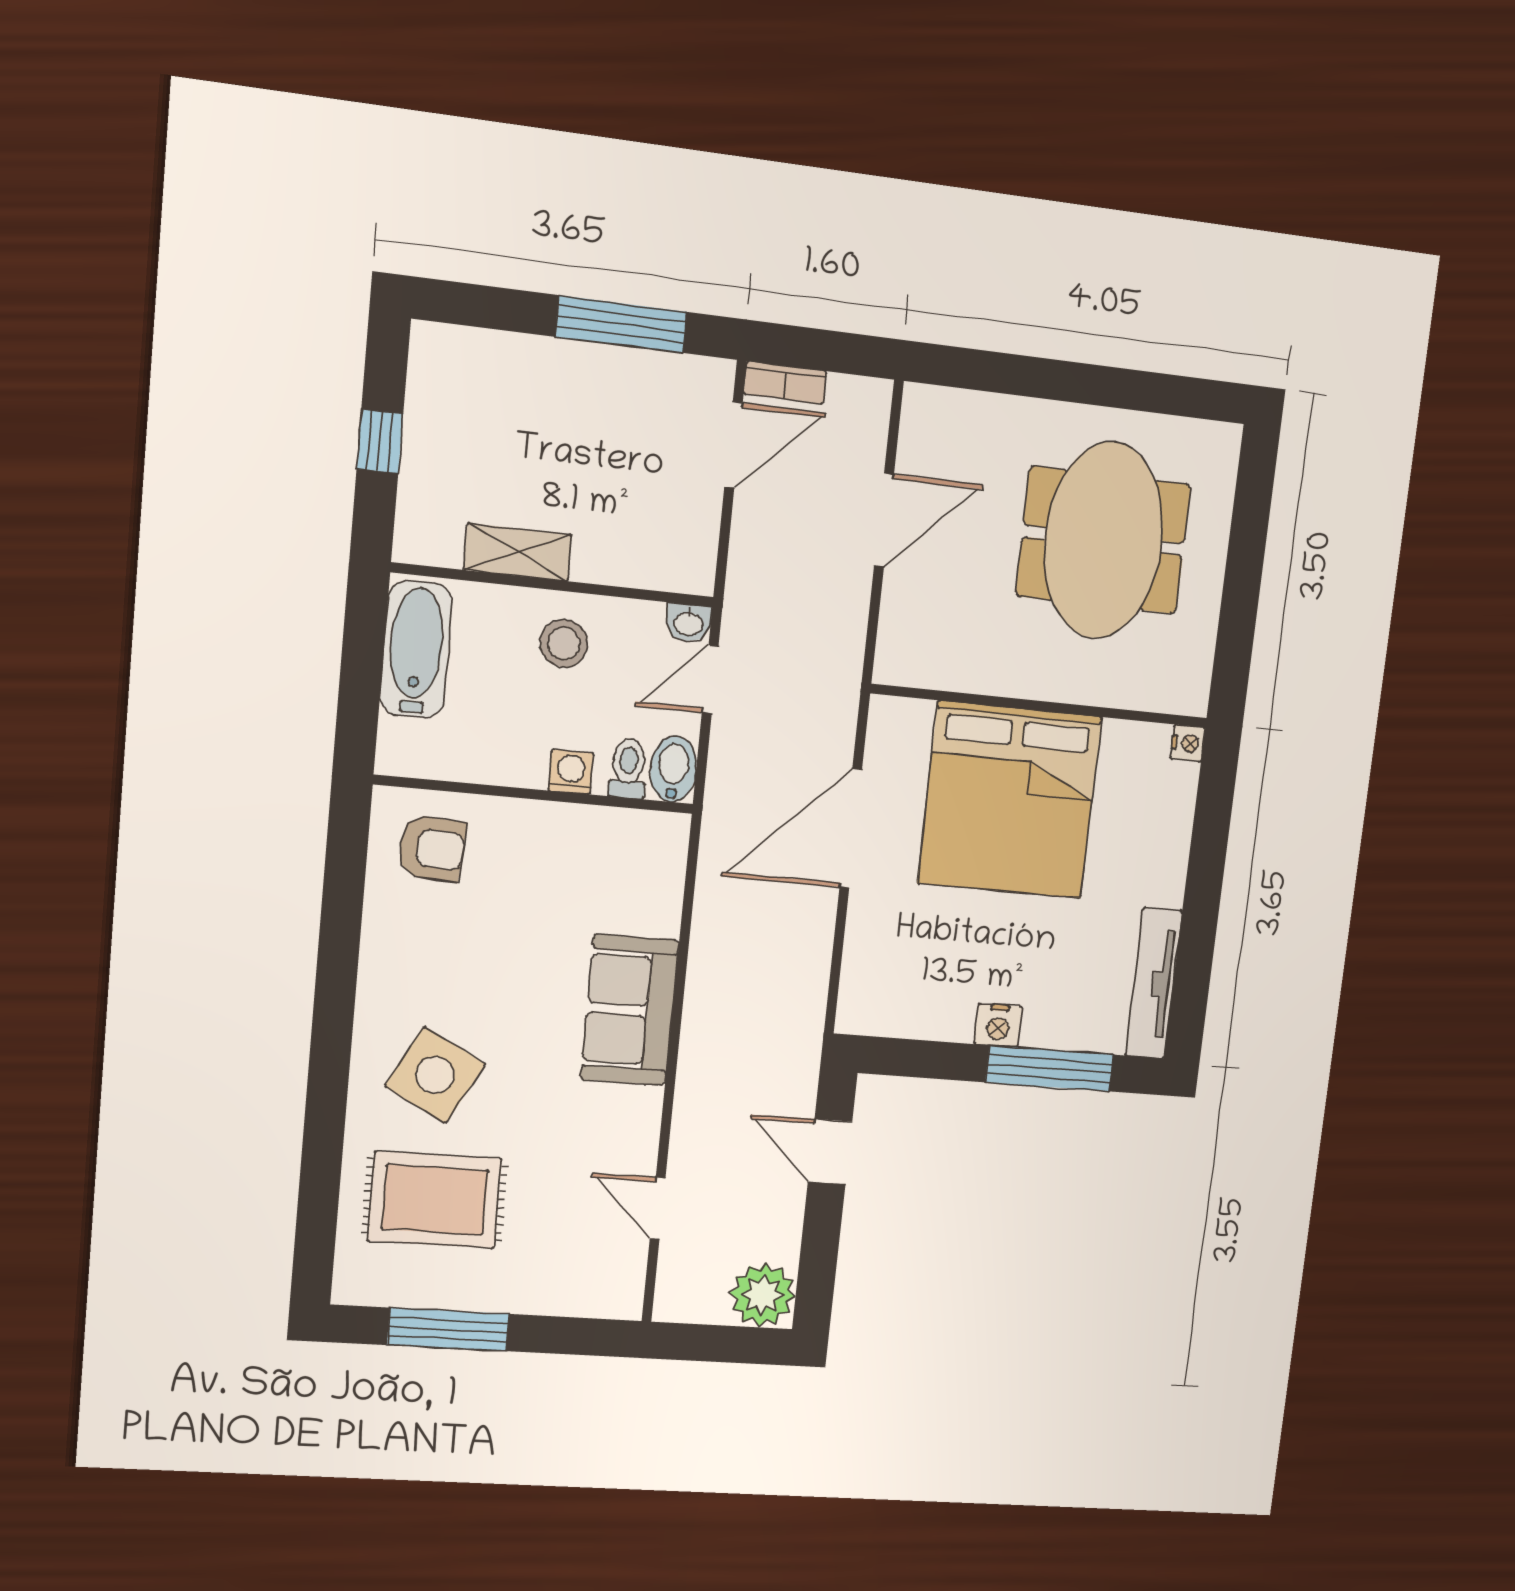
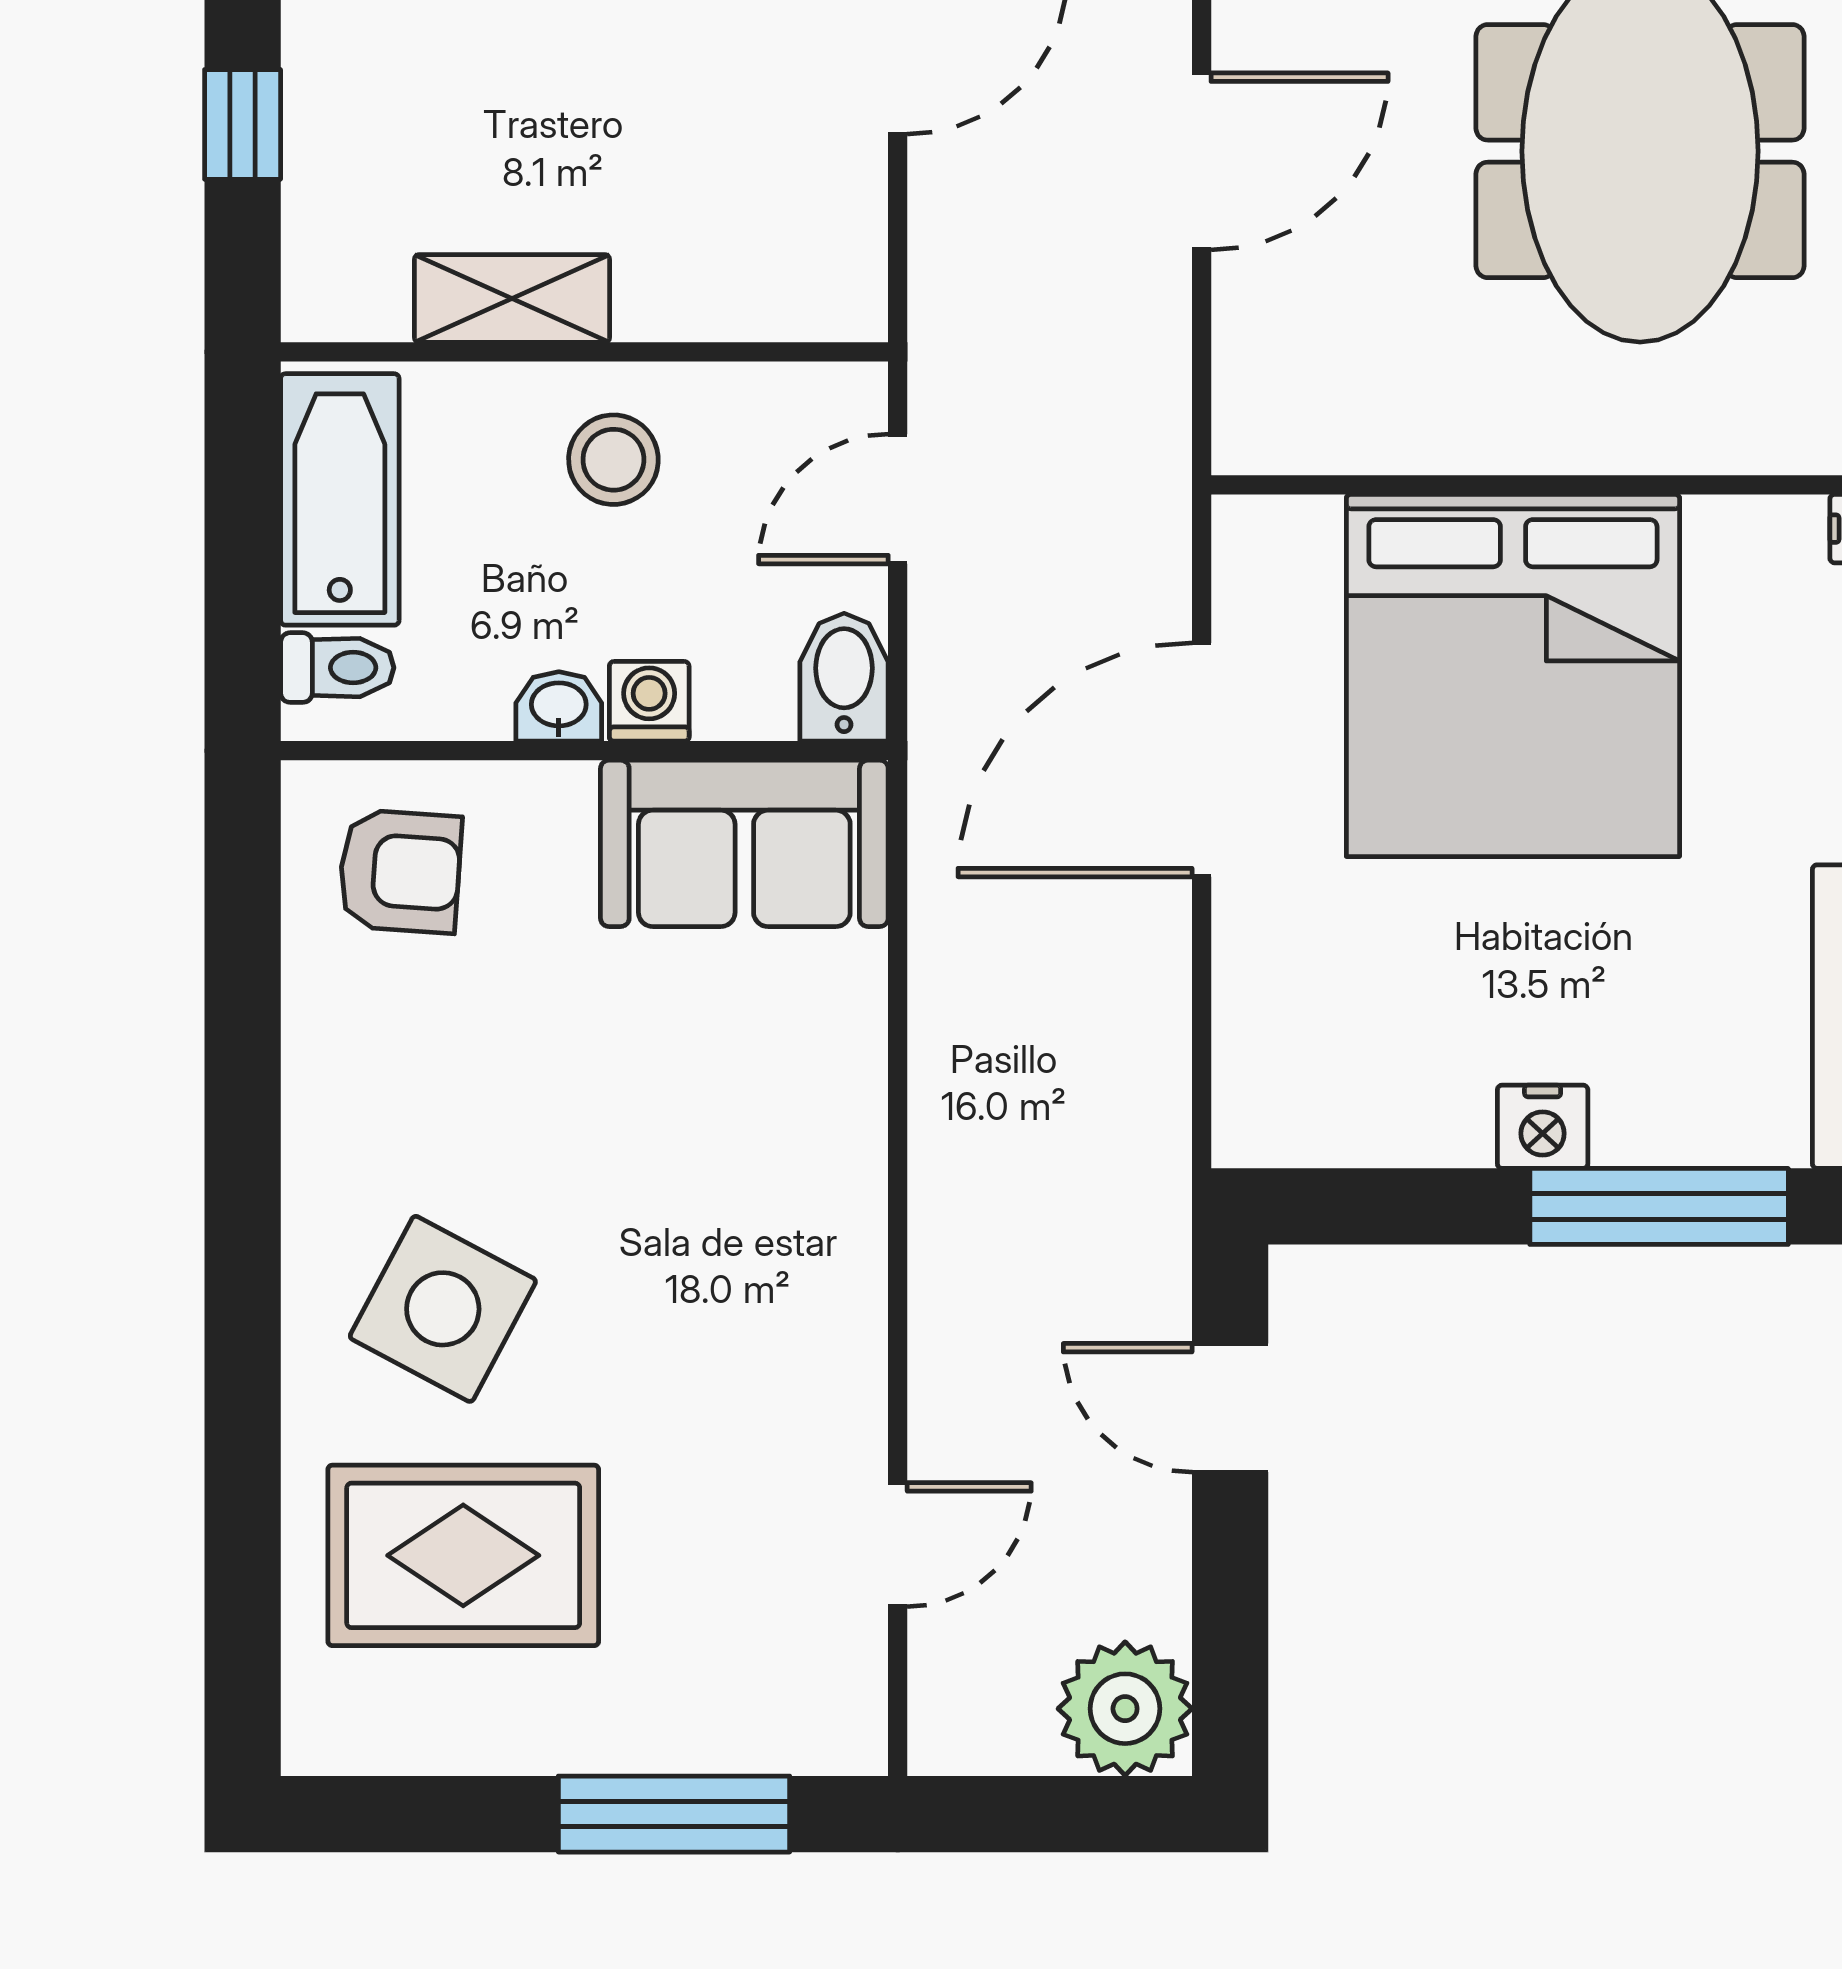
washbasin: (688, 623) -> (559, 706), moved, turned 180
toilet: (628, 768) -> (337, 668), moved, turned 90
sofa: (630, 1010) -> (744, 843), moved, turned -90
door: (658, 1208) -> (898, 1545), swing flipped
window: (448, 1330) -> (674, 1814), moved

